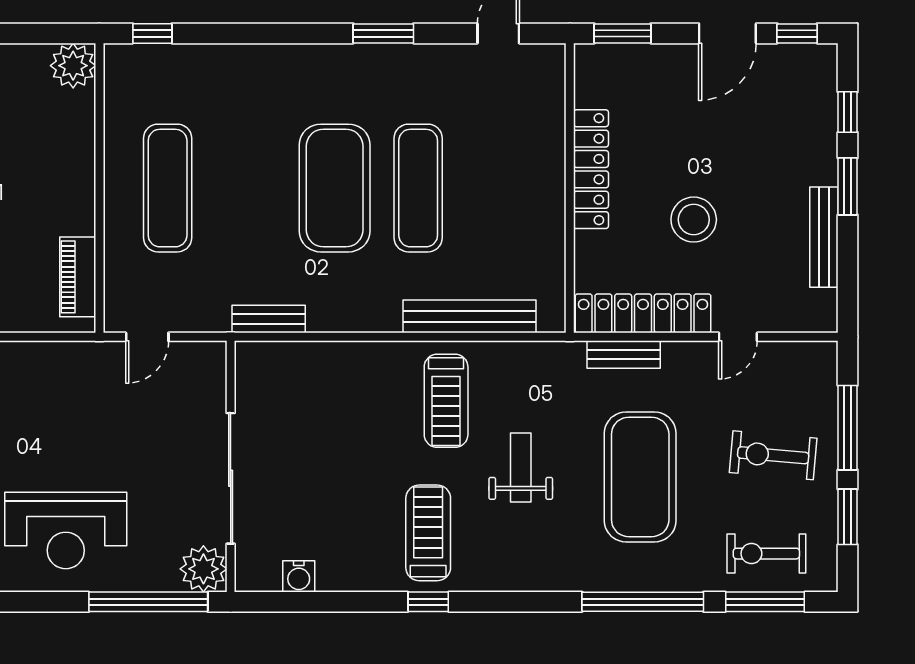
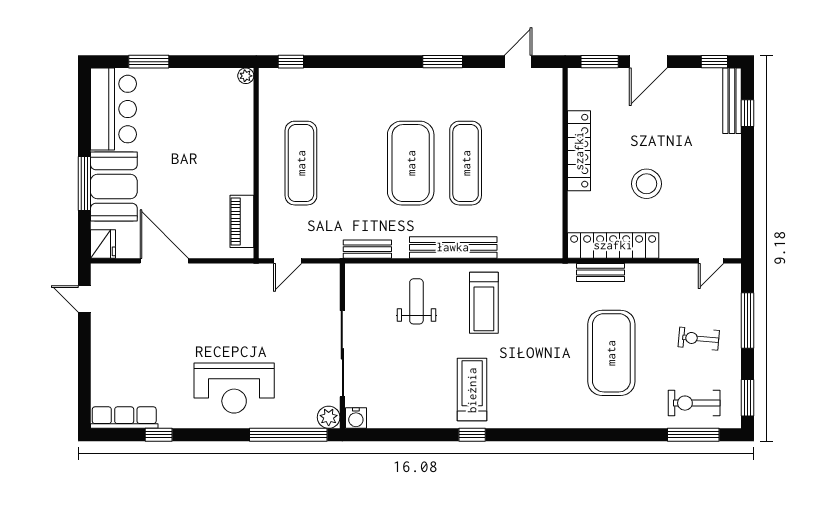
door: (727, 33) -> (648, 62), moved
plant: (73, 66) -> (246, 76), width x0.53, depth x0.53
window: (848, 186) -> (748, 162), removed
bench: (824, 237) -> (732, 101), moved
bench: (469, 316) -> (453, 247), moved
door: (738, 337) -> (711, 261), moved
exercise bike: (773, 455) -> (699, 339), width x0.73, depth x0.72
weight bench: (521, 468) -> (416, 301), moved
window: (848, 517) -> (748, 398), moved
plant: (203, 569) -> (329, 417), width x0.73, depth x0.73
water cooler: (299, 576) -> (356, 418), moved
window: (643, 602) -> (613, 435), removed

